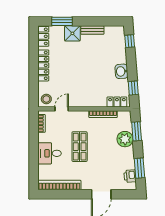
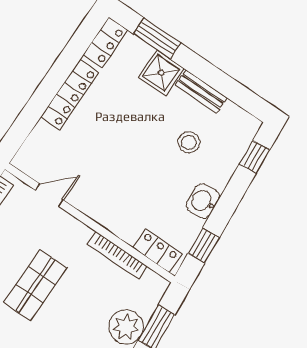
stool: (46, 99) -> (189, 142), moved

